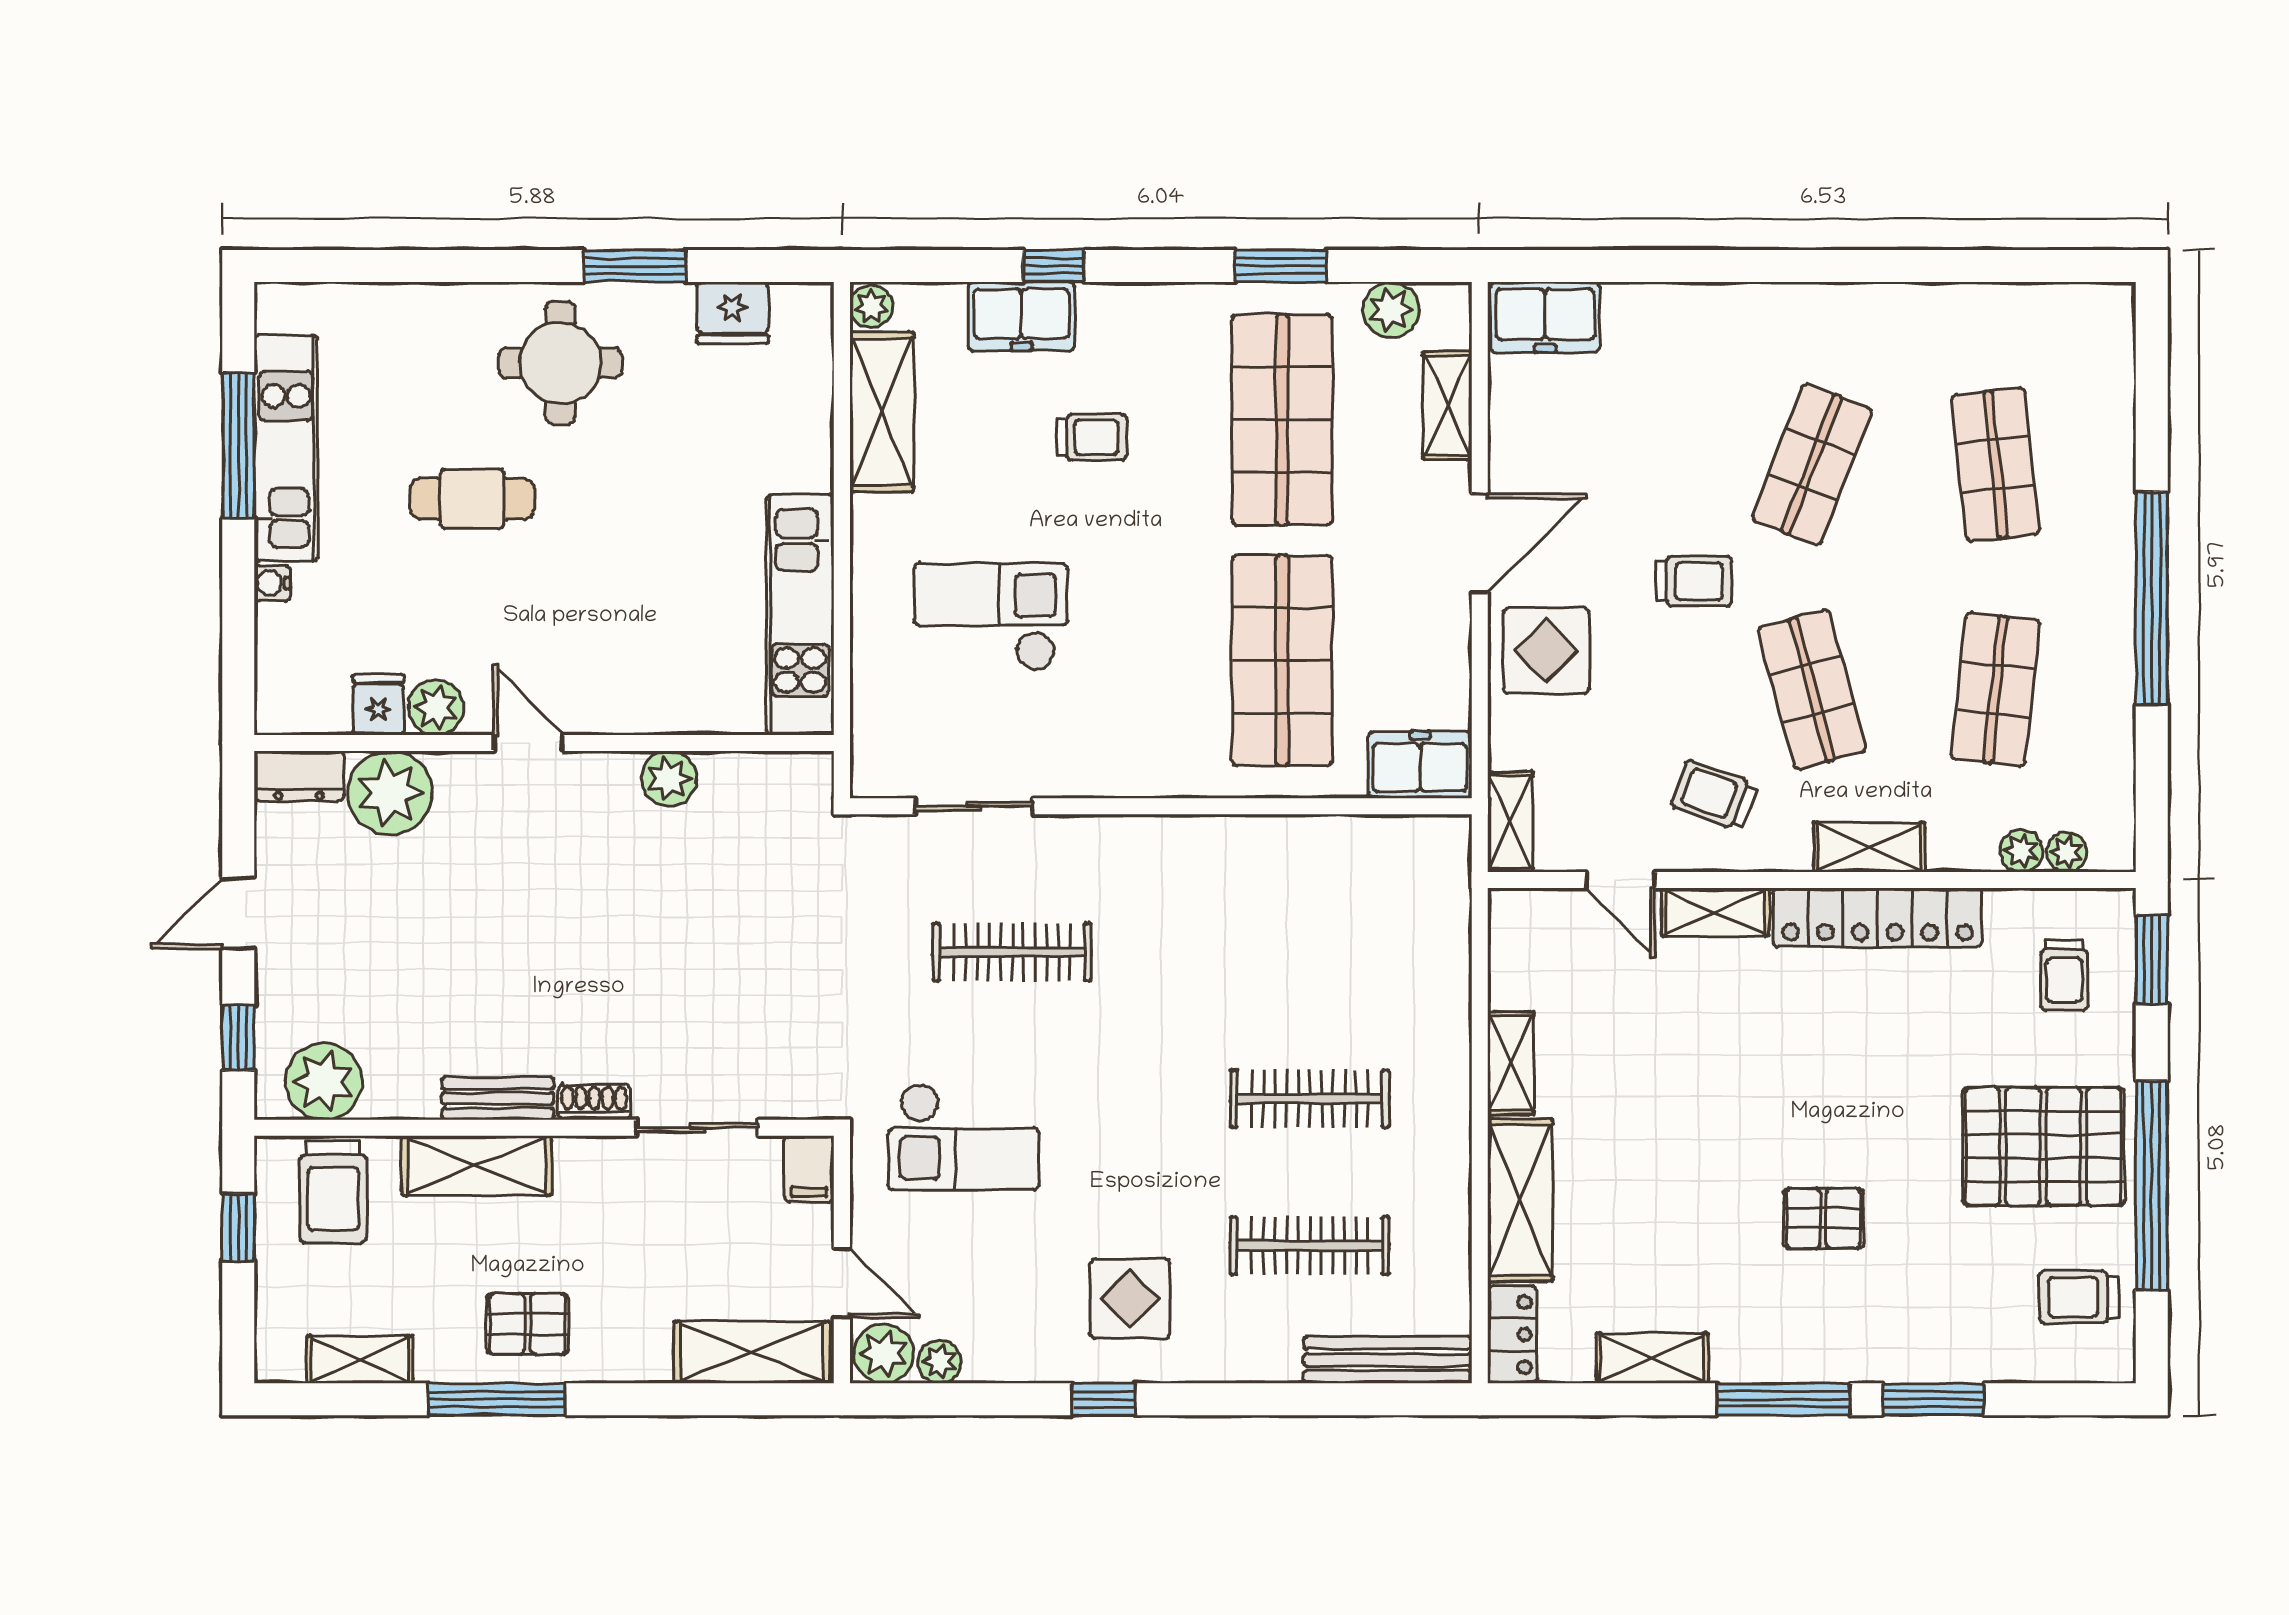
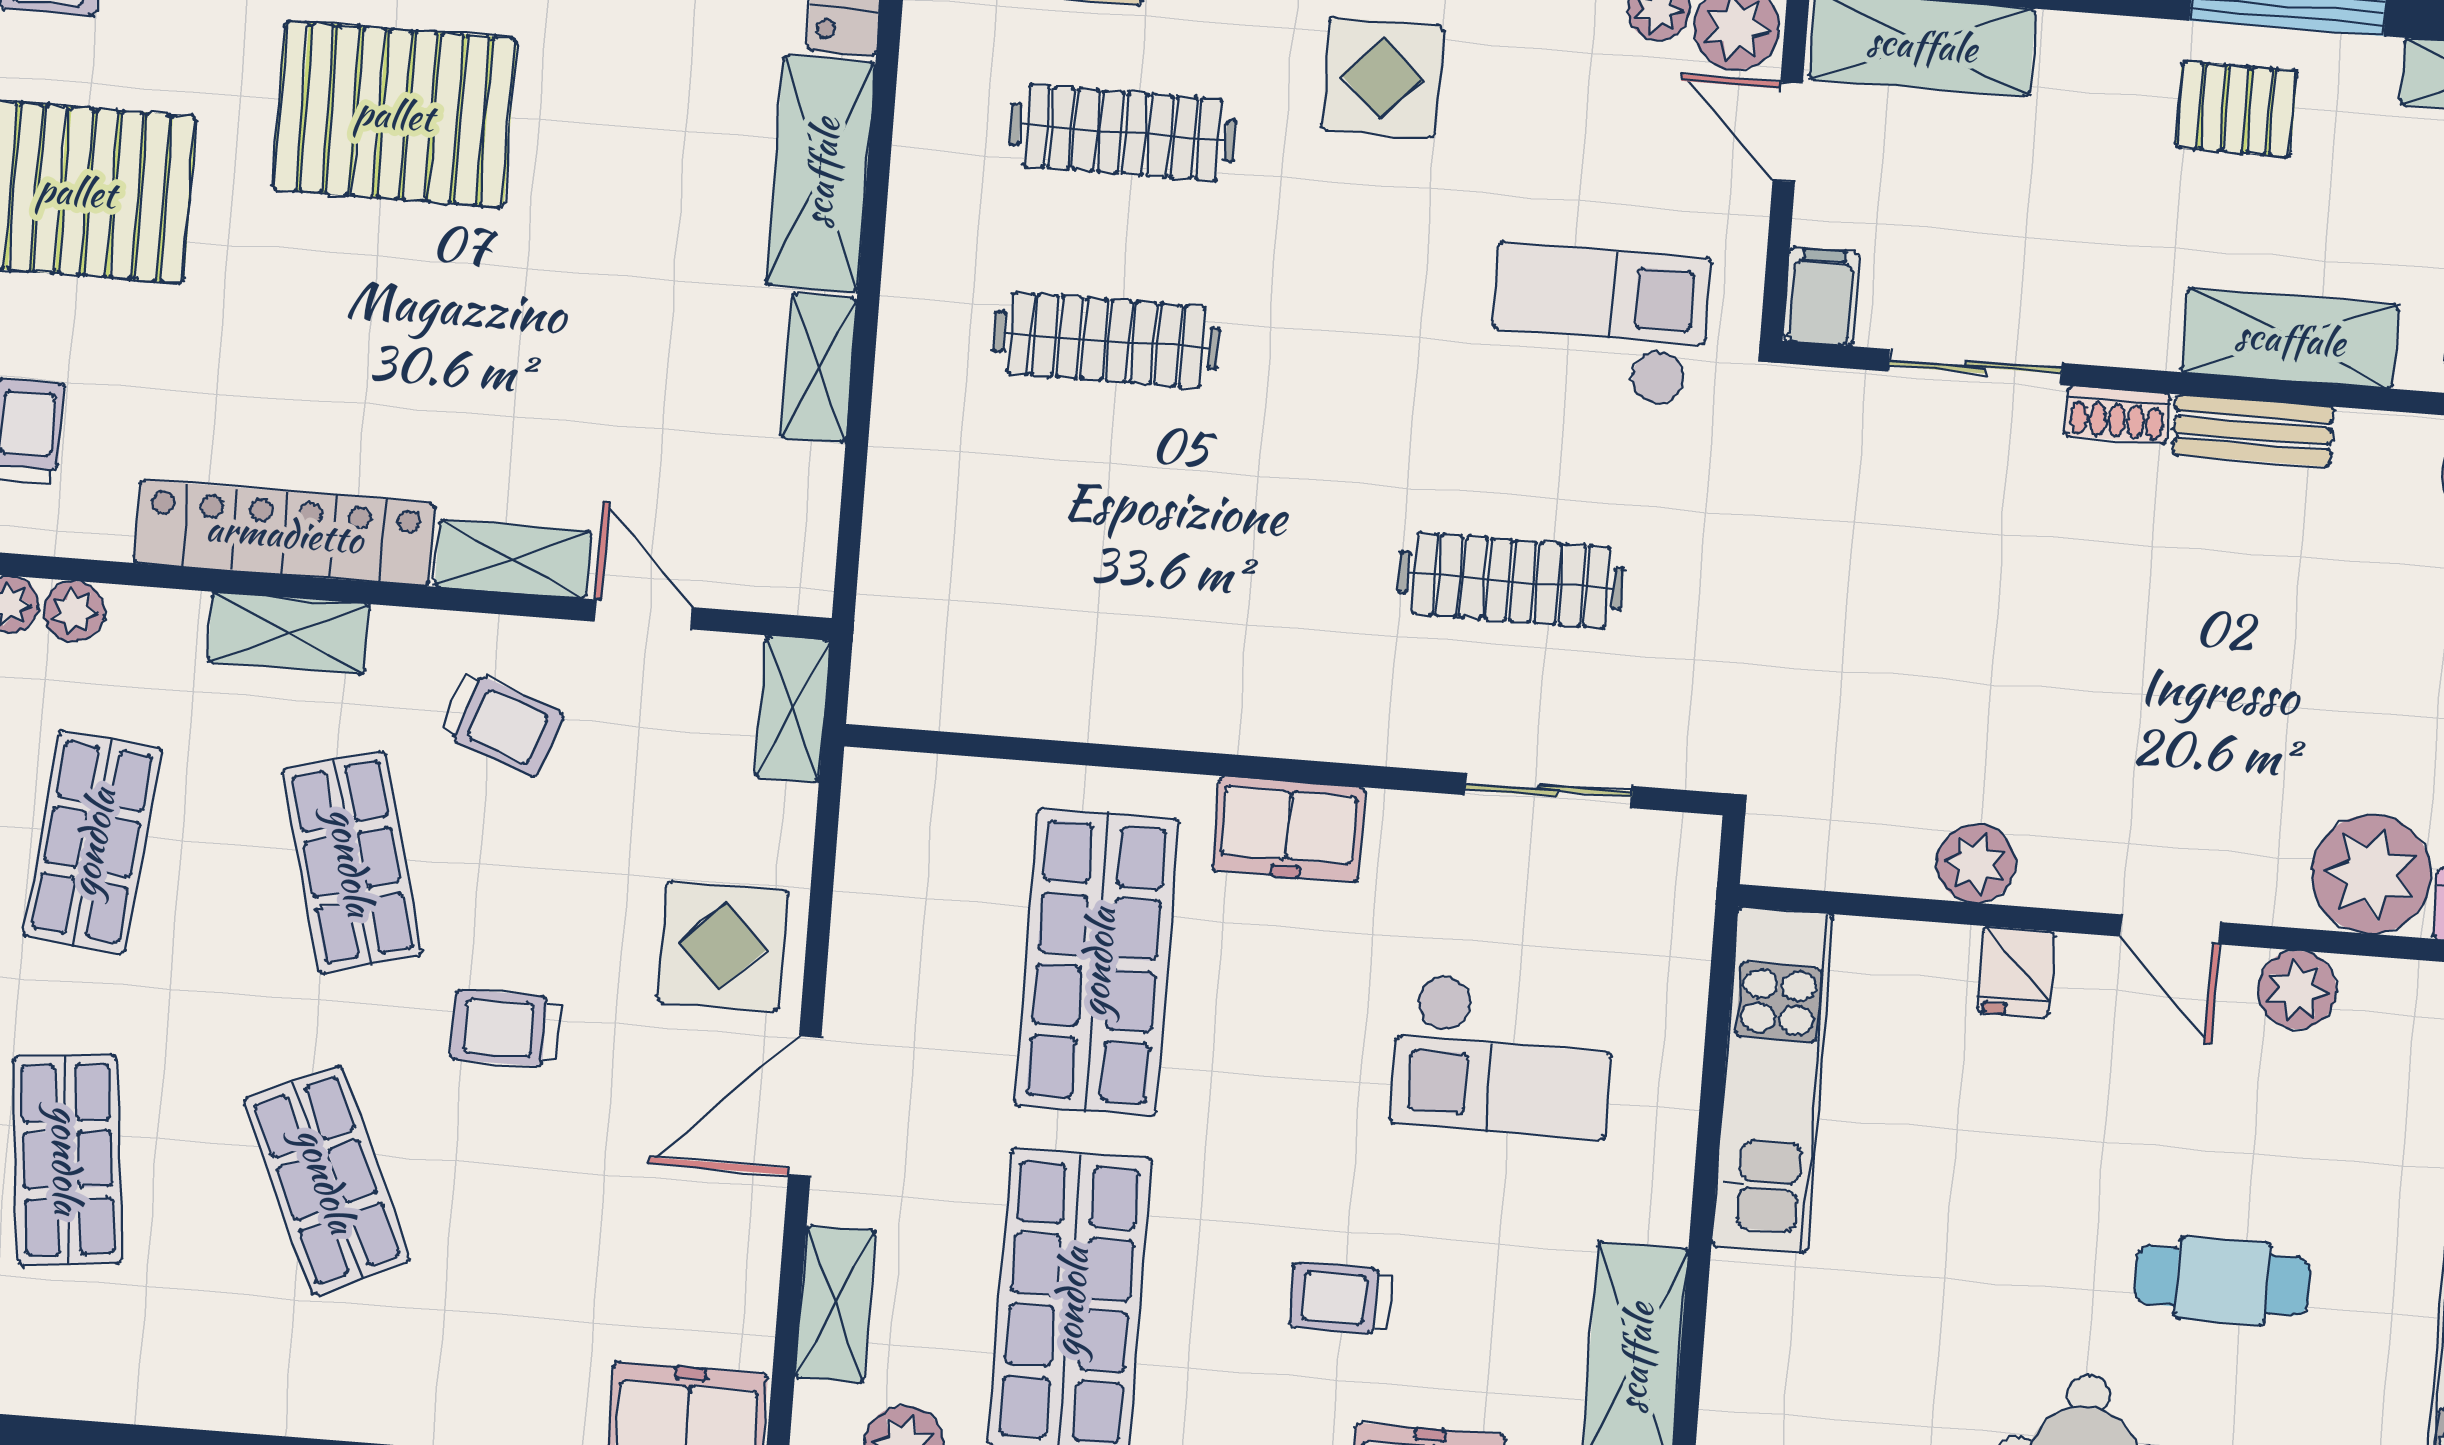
shop shelf: (1812, 464) -> (327, 1180), turned -45
fridge: (378, 705) -> (2016, 972), moved
freezer: (1420, 765) -> (1289, 829), moved
pallet: (1823, 1218) -> (394, 114), width x2.05, depth x2.00

